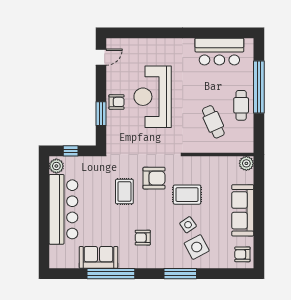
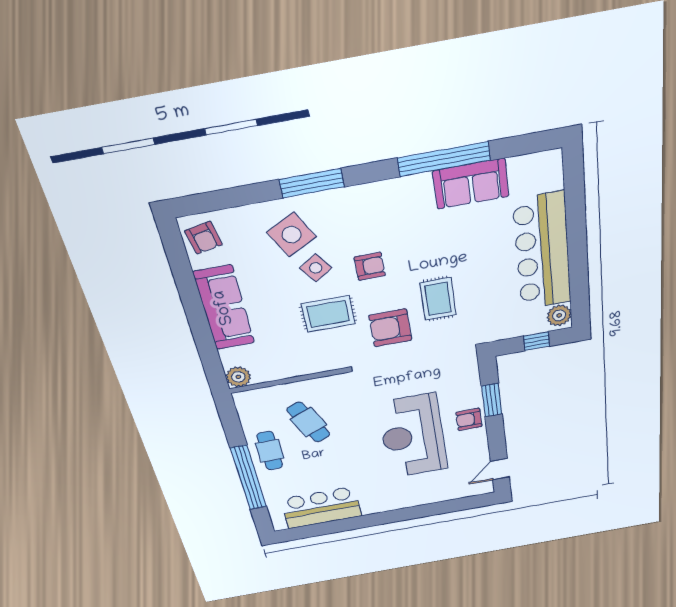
reception desk: (153, 97) -> (413, 436), turned 180
armchair: (143, 238) -> (370, 266), moved
armchair: (242, 254) -> (204, 238), turned 79

